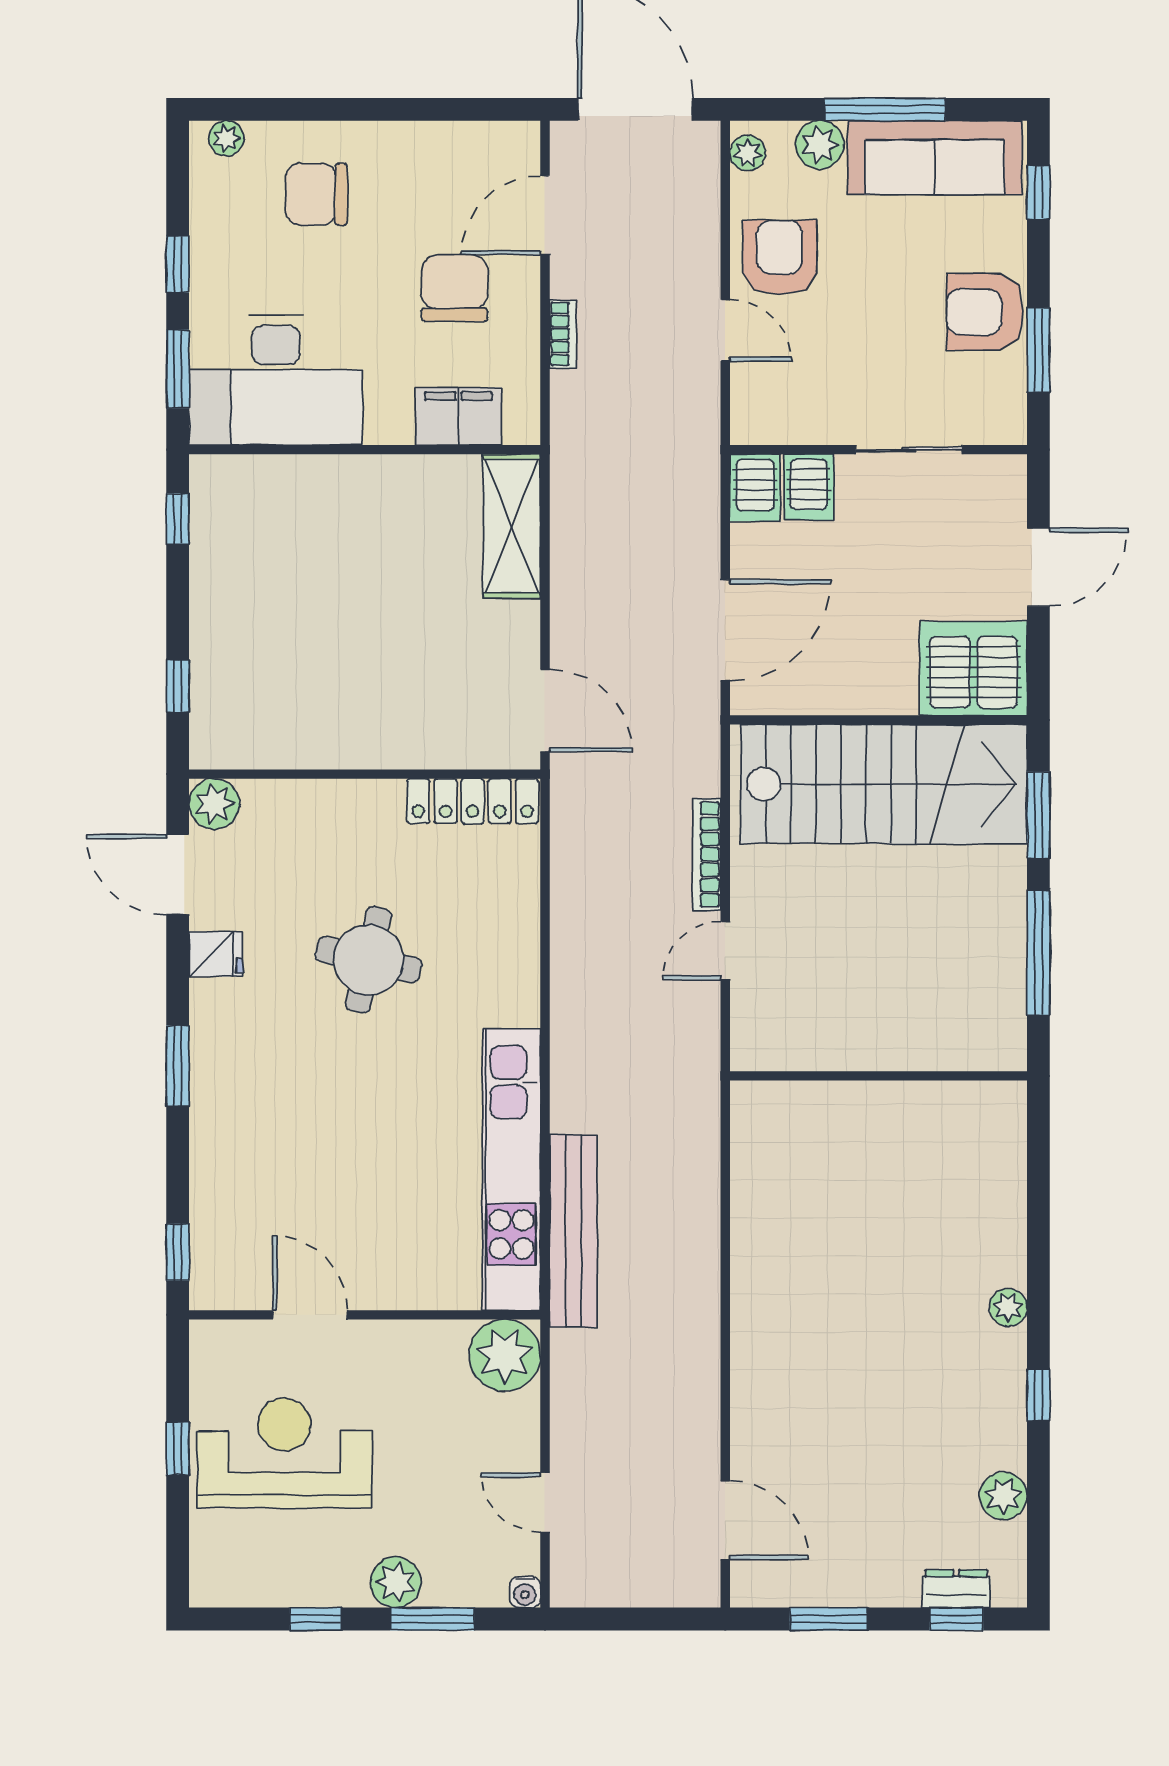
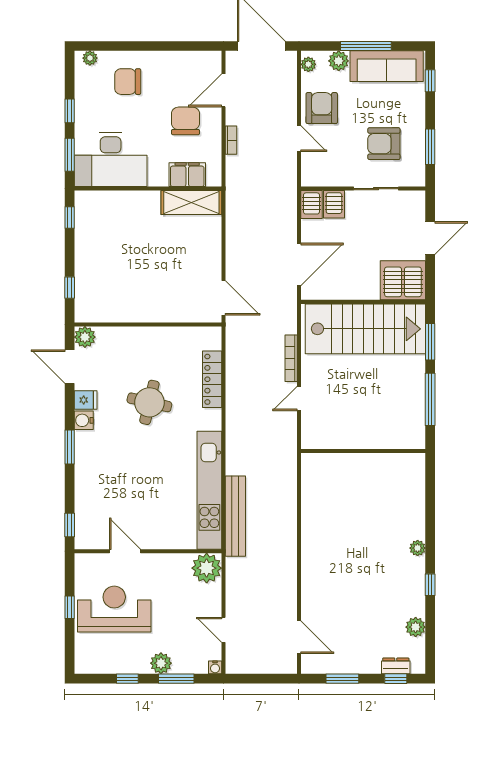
armchair: (985, 312) -> (384, 144), moved
shelving: (512, 526) -> (191, 203), moved, turned 90
locker: (473, 801) -> (212, 379), moved, turned 90
water cooler: (211, 1003) -> (84, 420), added

